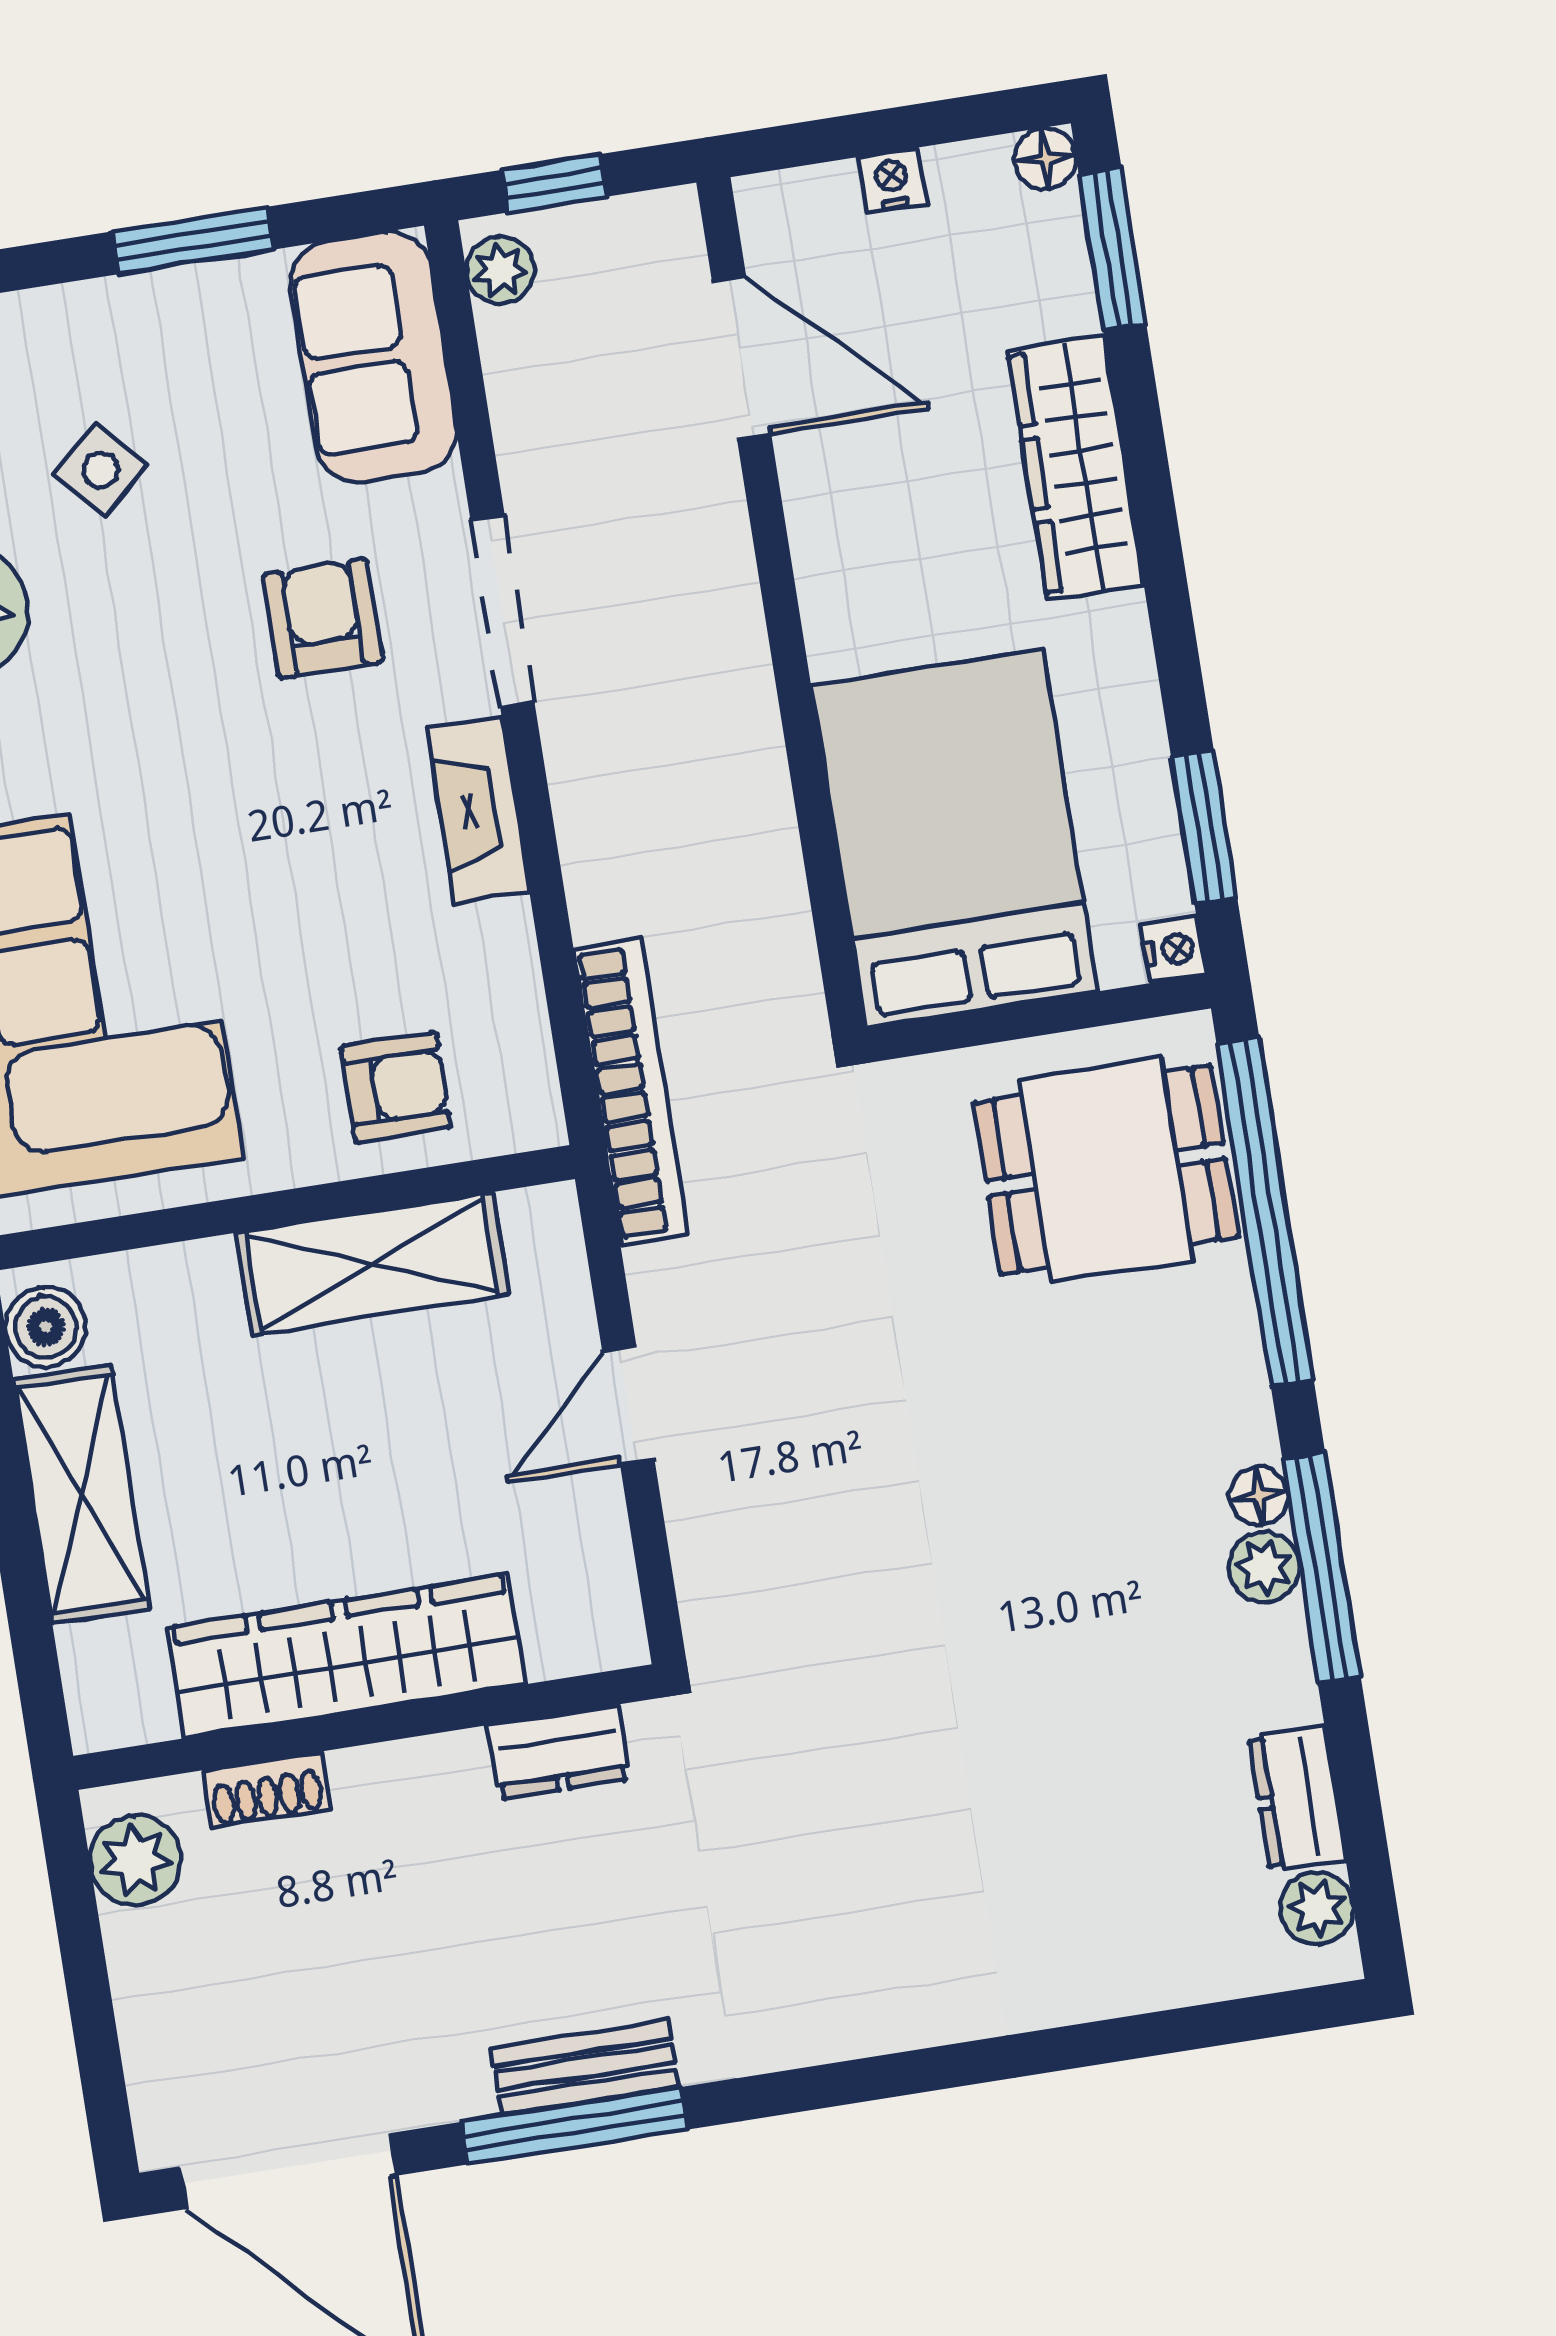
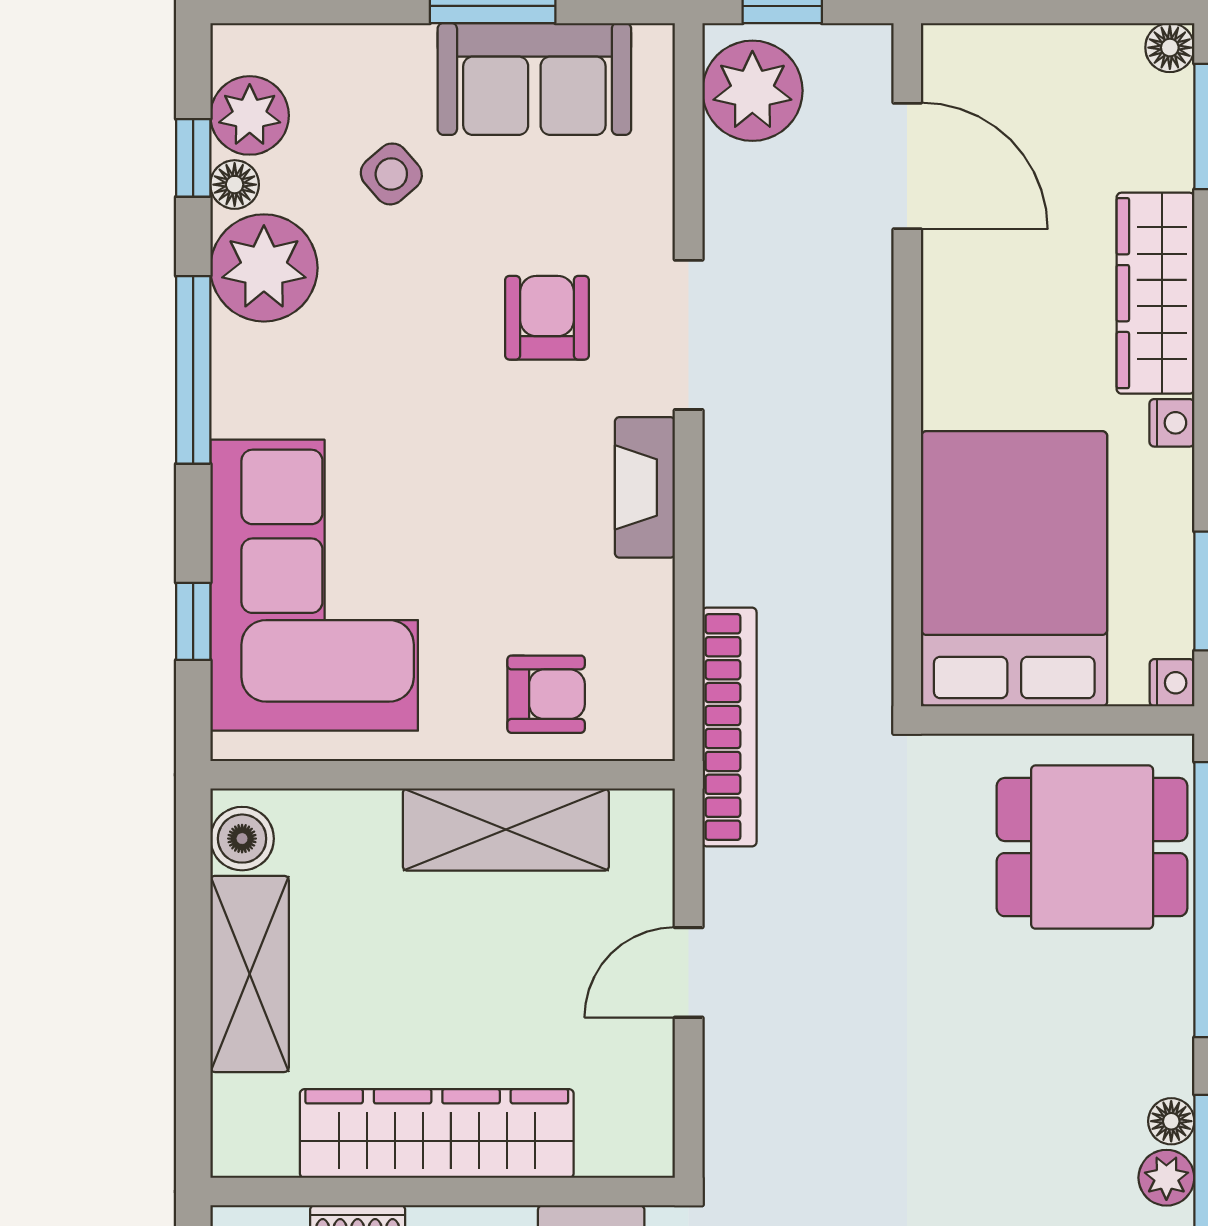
nightstand: (892, 180) -> (1172, 423), moved, turned 90
plant: (500, 270) -> (752, 91), width x1.88, depth x1.88
sofa: (373, 357) -> (534, 79), moved, turned -90

